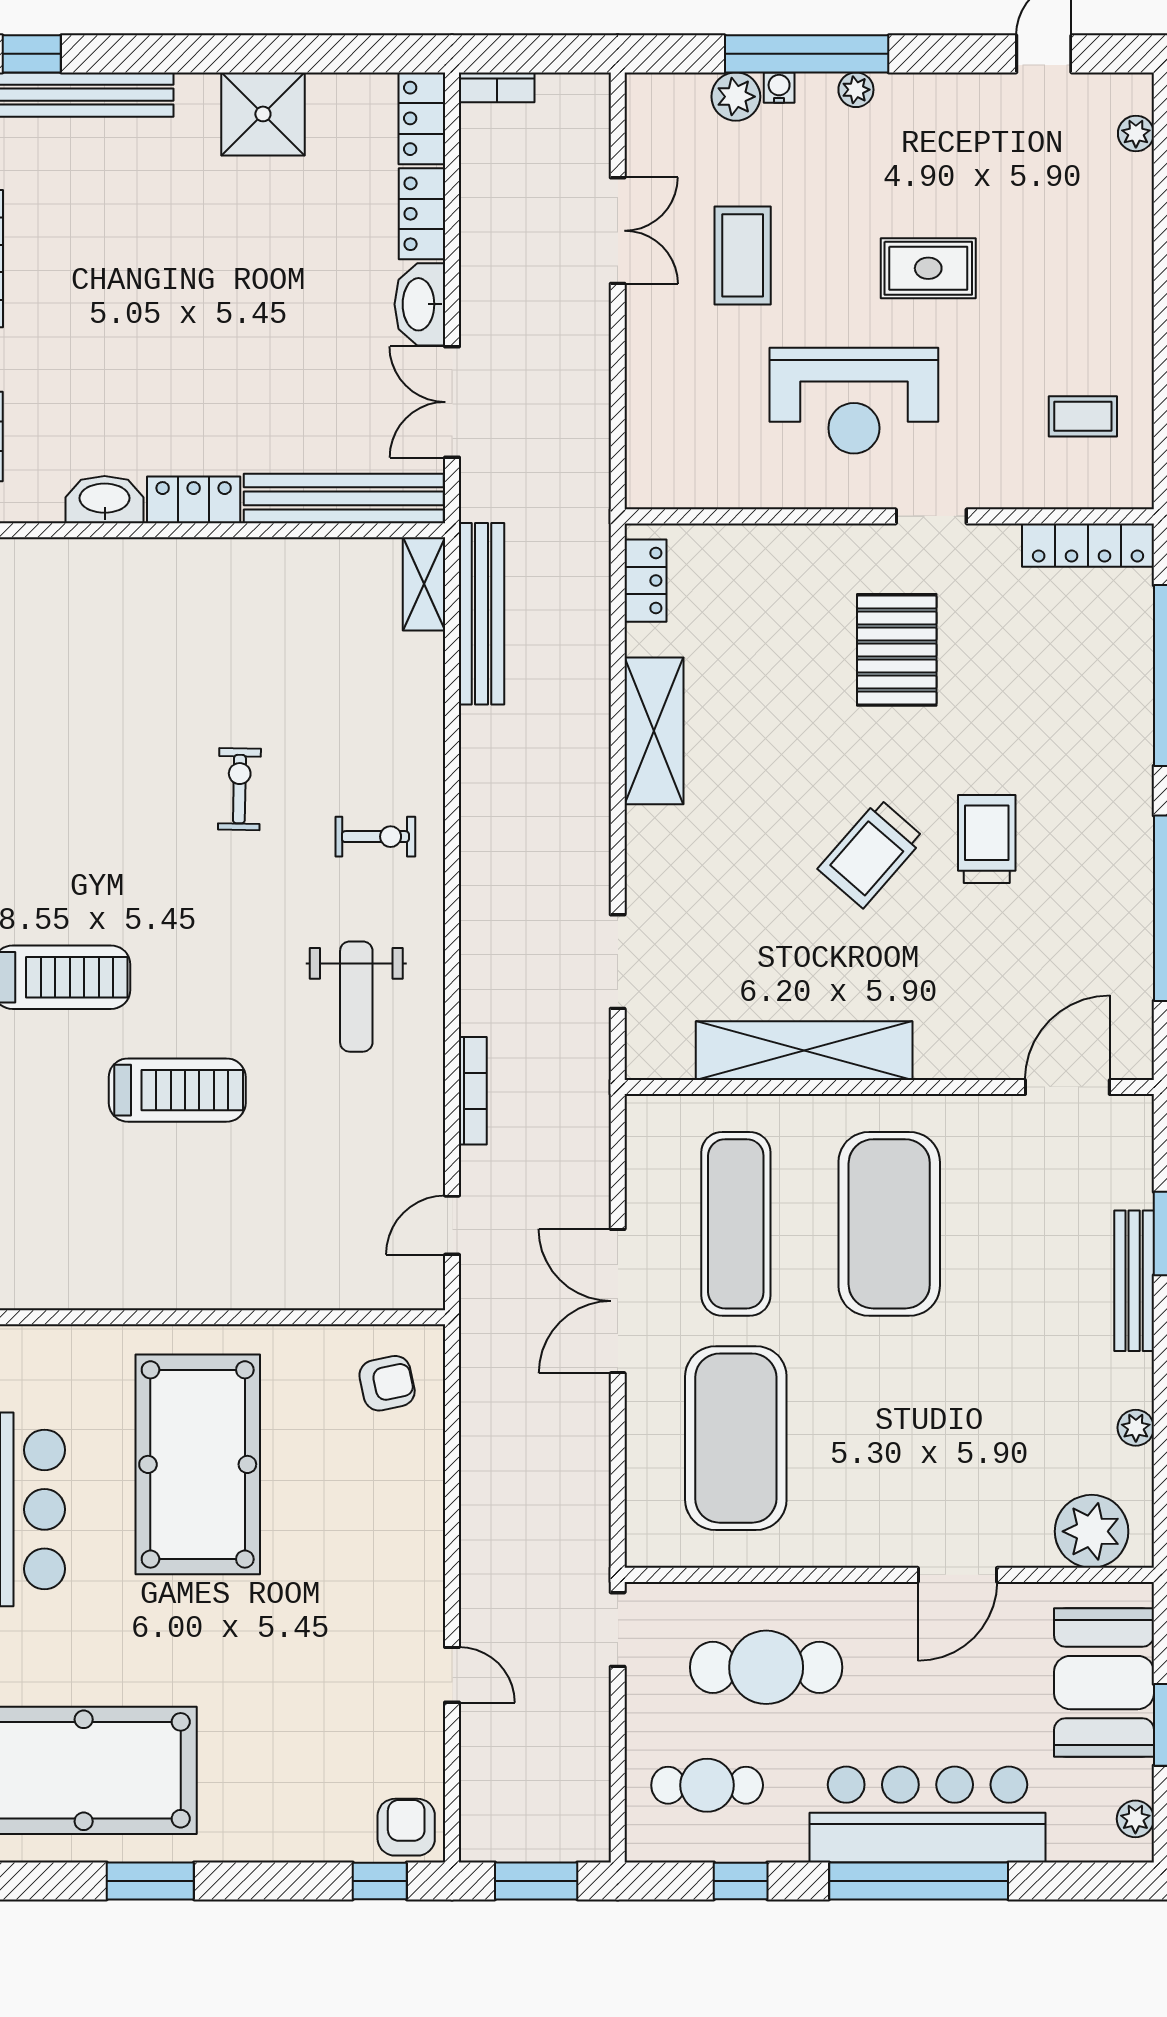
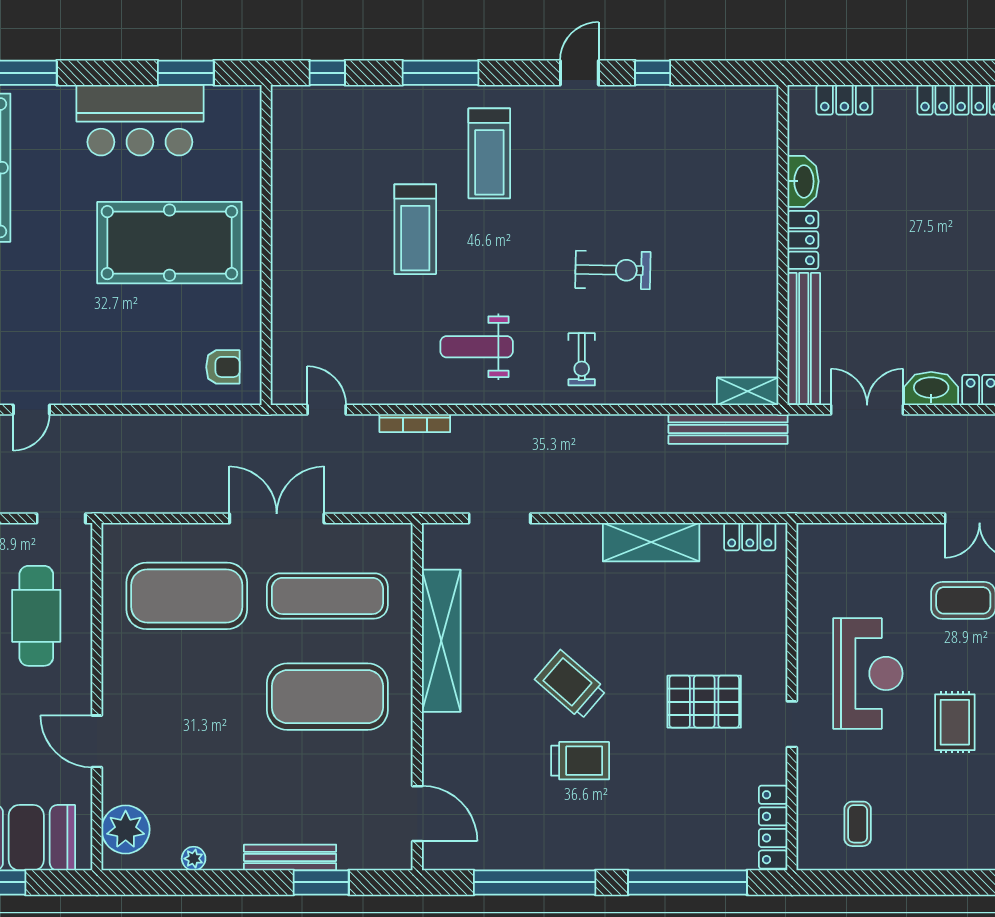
reception desk: (854, 401) -> (868, 673), turned 180
exercise bike: (239, 789) -> (613, 270), width x1.38, depth x1.39
armchair: (387, 1383) -> (223, 367), turned -78

